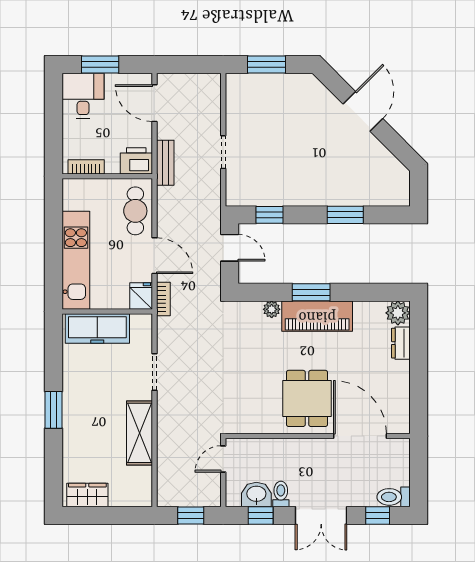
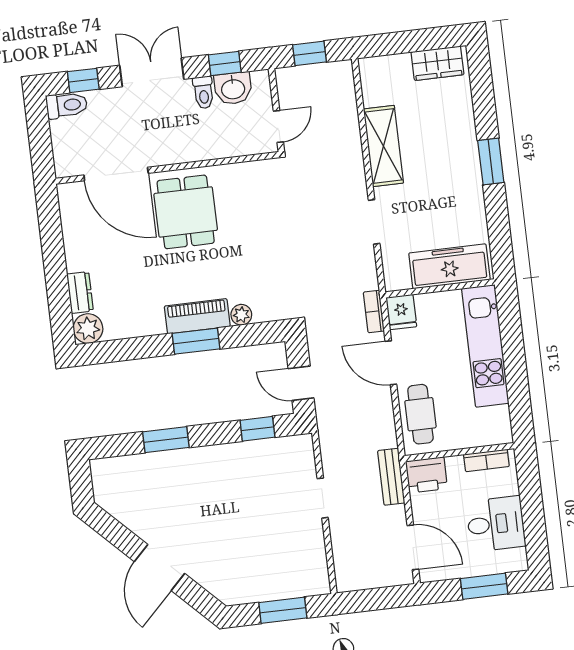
desk: (83, 96) -> (496, 524), moved, turned -90
piano: (317, 316) -> (197, 316), width x0.73, depth x0.75

